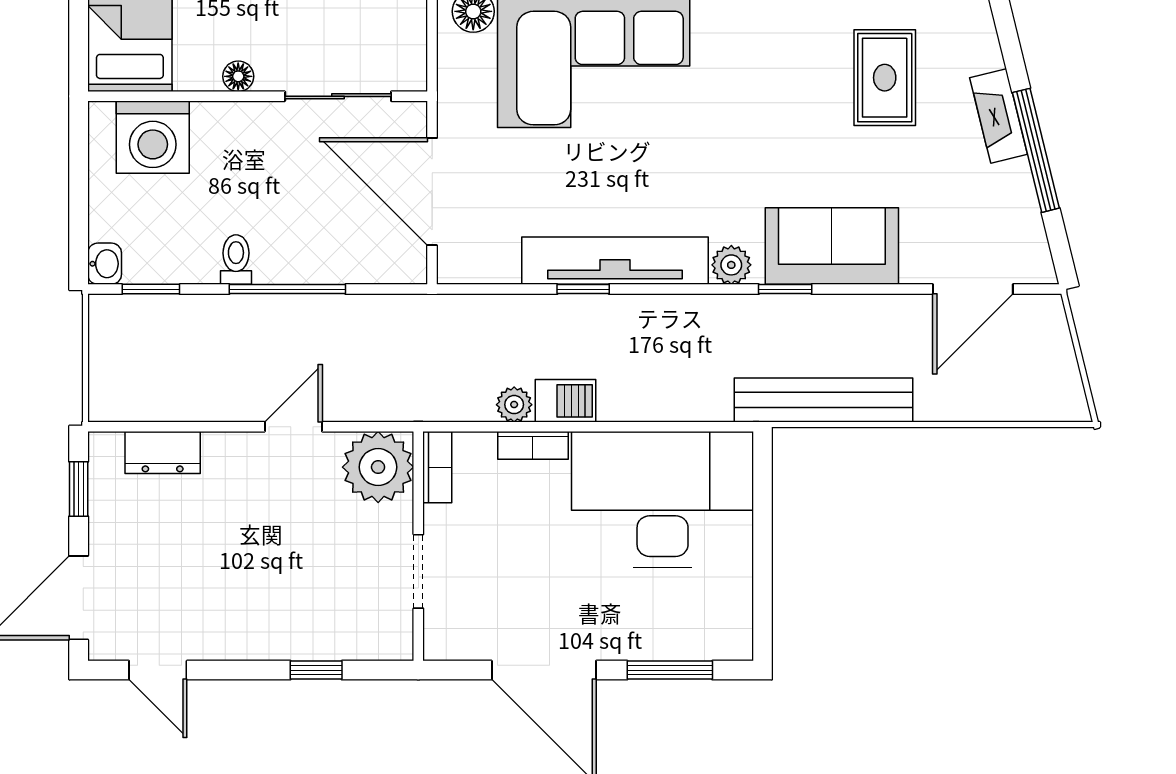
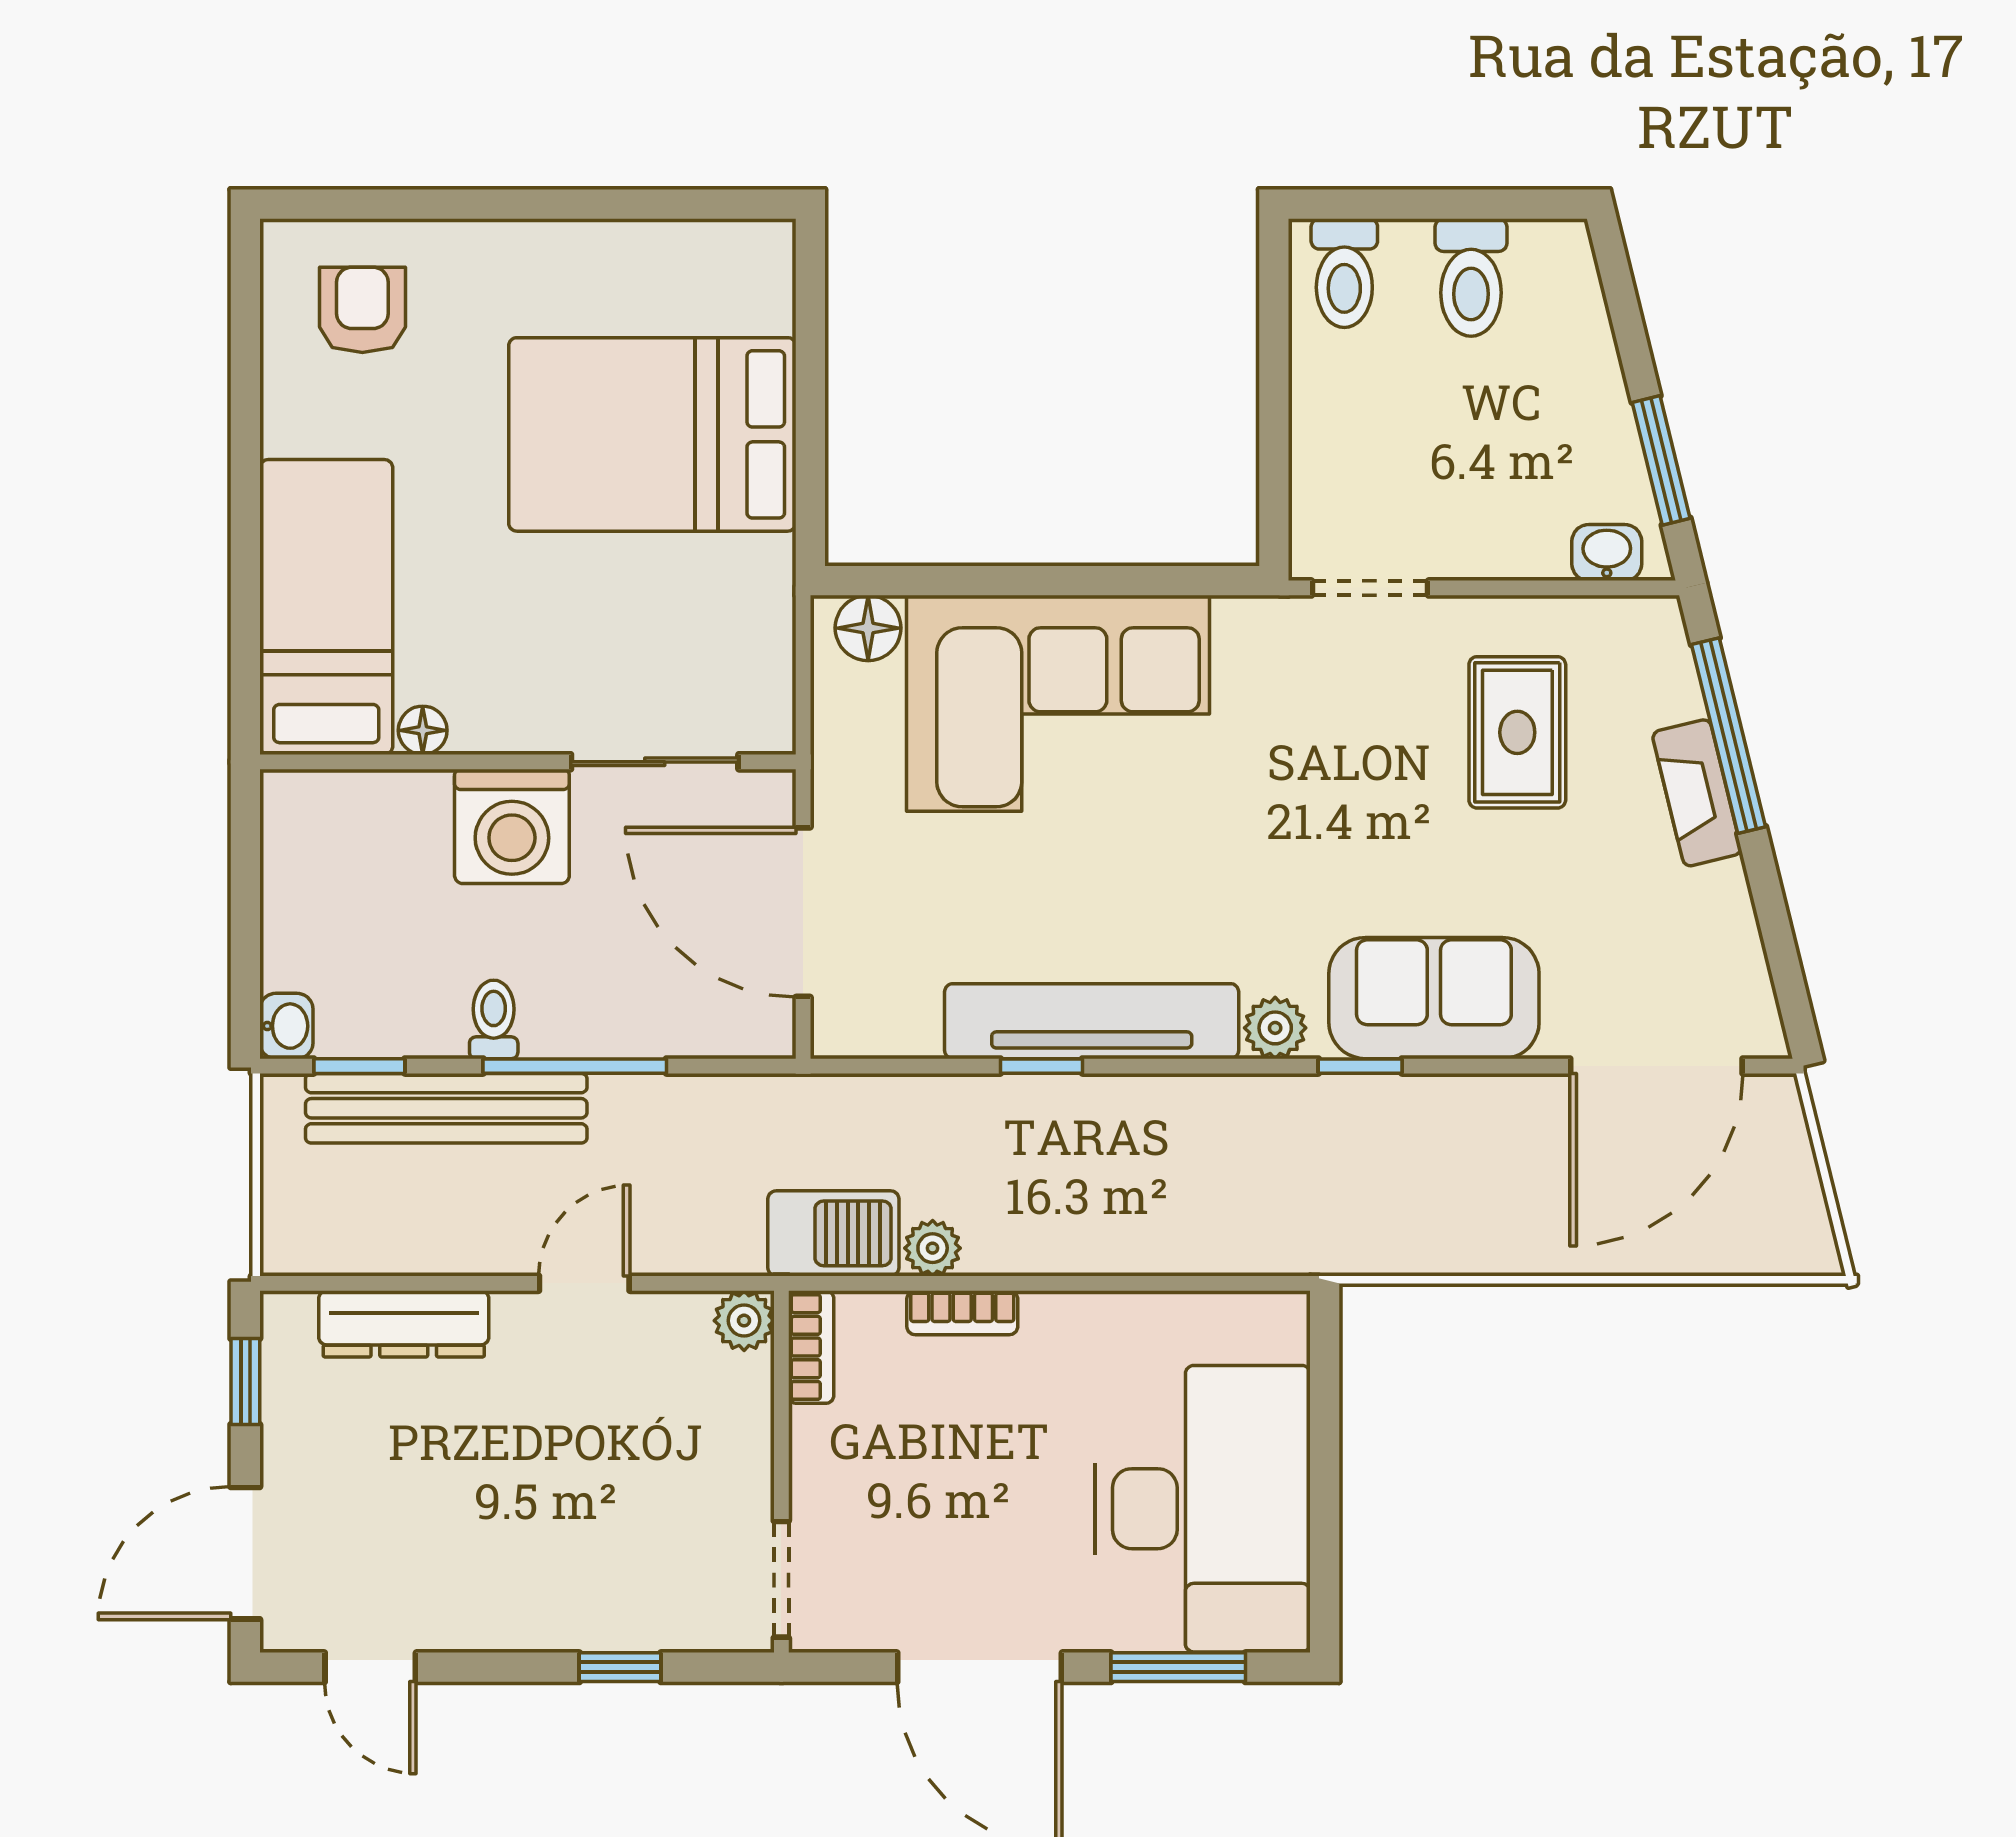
floor lamp: (238, 76) -> (423, 730), moved
washing machine: (153, 137) -> (512, 826), moved
window: (1036, 150) -> (1729, 736), moved
door: (973, 289) -> (1656, 1066), width x1.36
bench: (824, 400) -> (446, 1108), moved
barbecue: (566, 401) -> (833, 1233), moved, width x1.38, depth x1.27
dresser: (163, 452) -> (404, 1324), width x1.44
plant: (378, 467) -> (744, 1321), width x0.53, depth x0.53
desk: (663, 499) -> (1203, 1509), moved, turned 90
doorway: (418, 571) -> (781, 1579), moved

